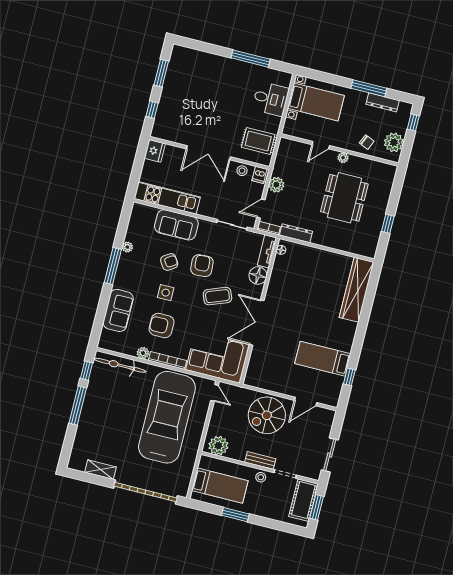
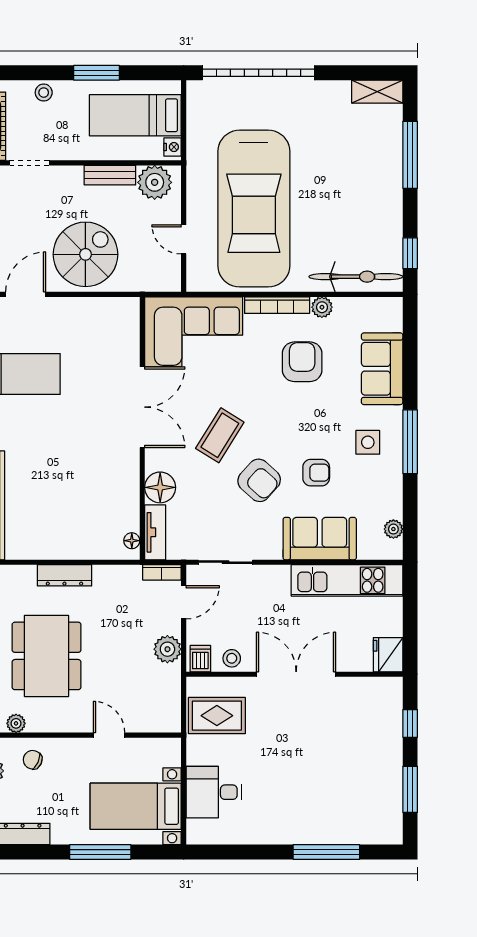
window: (251, 59) -> (326, 852), moved
window: (369, 88) -> (100, 852), moved
door: (321, 145) -> (109, 735), hinge flipped
plant: (343, 158) -> (16, 723), moved
dresser: (296, 233) -> (64, 575), moved
plant: (127, 247) -> (393, 529), moved
armchair: (169, 262) -> (316, 473), turned -147
armchair: (202, 266) -> (259, 480), turned -44
side table: (166, 293) -> (368, 442), moved
coffee table: (217, 296) -> (220, 435), turned -37
armchair: (162, 325) -> (302, 362), turned -90
door: (215, 393) -> (184, 239), moved
window: (78, 405) -> (410, 155), moved
bench: (260, 460) -> (110, 175), moved
nightstand: (204, 463) -> (173, 147), added
shelving: (100, 470) -> (377, 92), moved
stool: (261, 477) -> (44, 93), moved

